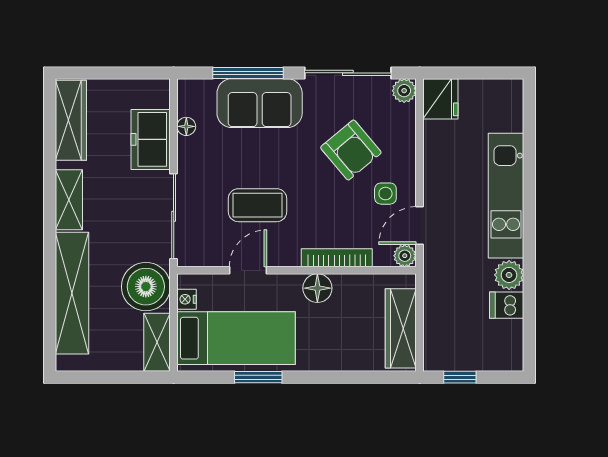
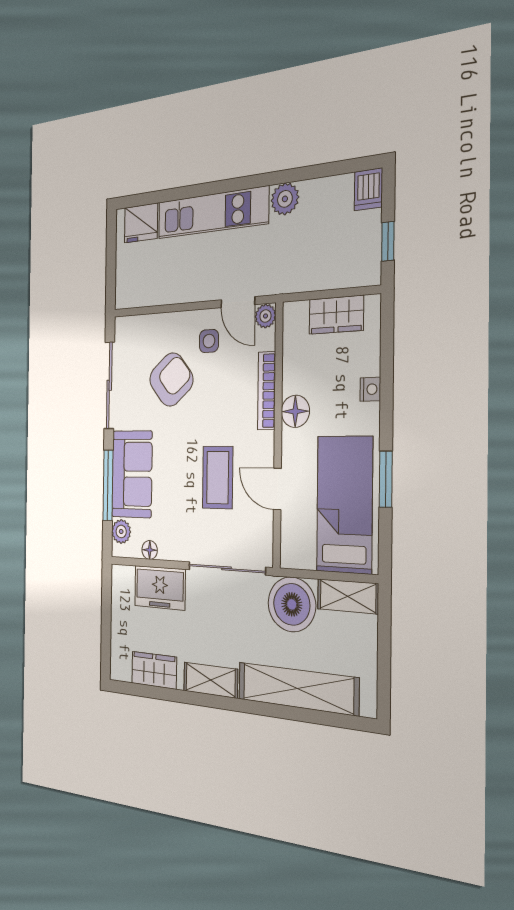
plant: (404, 91) -> (121, 531), moved
fridge: (440, 99) -> (141, 223), moved, turned 180
wardrobe: (71, 120) -> (154, 670), width x0.67
nightstand: (187, 299) -> (370, 389), moved, turned -90
dishwasher: (507, 305) -> (368, 189), moved
wardrobe: (401, 328) -> (336, 315), width x0.67

